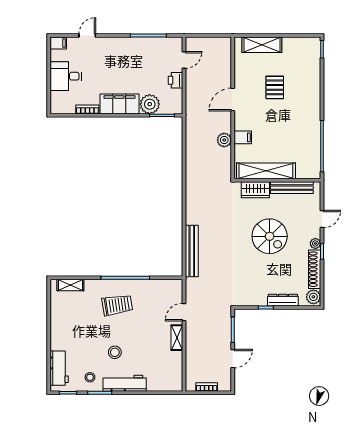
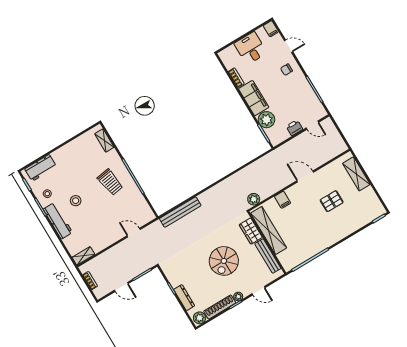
chair: (110, 52) -> (286, 70), added
plant: (224, 140) -> (254, 199), moved
shelving: (177, 338) -> (83, 256), moved

